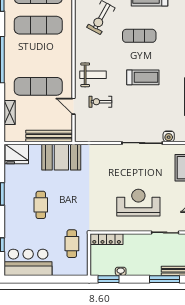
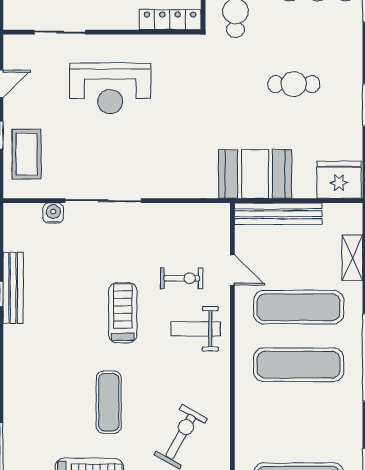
exercise mat: (38, 25) -> (299, 365), moved
exercise mat: (139, 36) -> (109, 402), turned 90
treadmill: (143, 77) -> (123, 313), moved, turned 90
cafe table: (41, 205) -> (294, 84), turned 90

